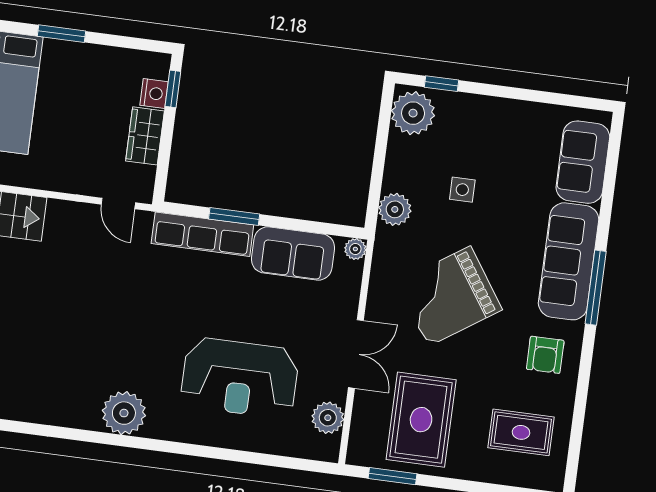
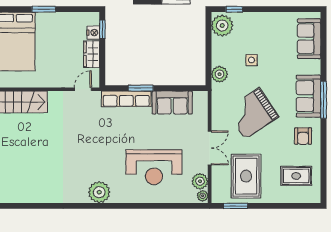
door: (118, 203) -> (83, 89), swing flipped
plant: (355, 249) -> (203, 196), moved
sofa: (569, 261) -> (308, 96), width x0.73

